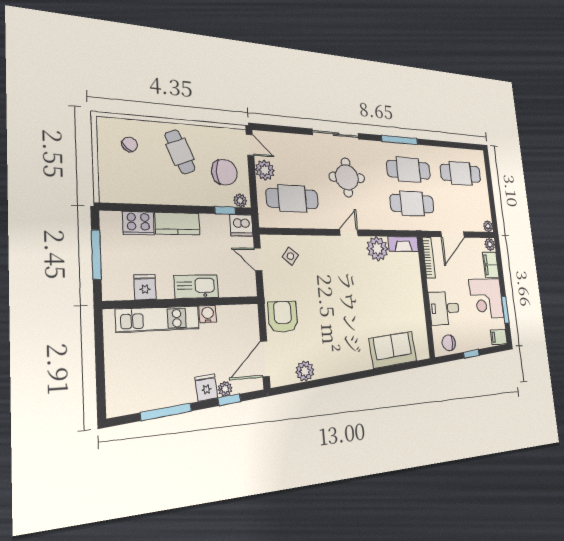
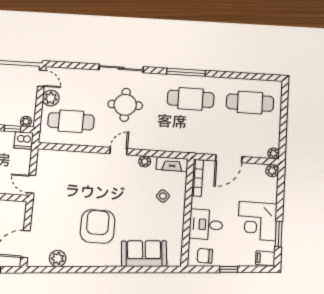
chair: (224, 172) -> (17, 99), removed
cafe table: (412, 204) -> (189, 129), removed
plant: (377, 249) -> (145, 161), width x0.53, depth x0.53
side table: (290, 256) -> (163, 196), moved
door: (258, 259) -> (31, 184), moved
filing cabinet: (491, 265) -> (269, 190), removed
armchair: (283, 317) -> (98, 226), moved, width x1.36, depth x1.36

